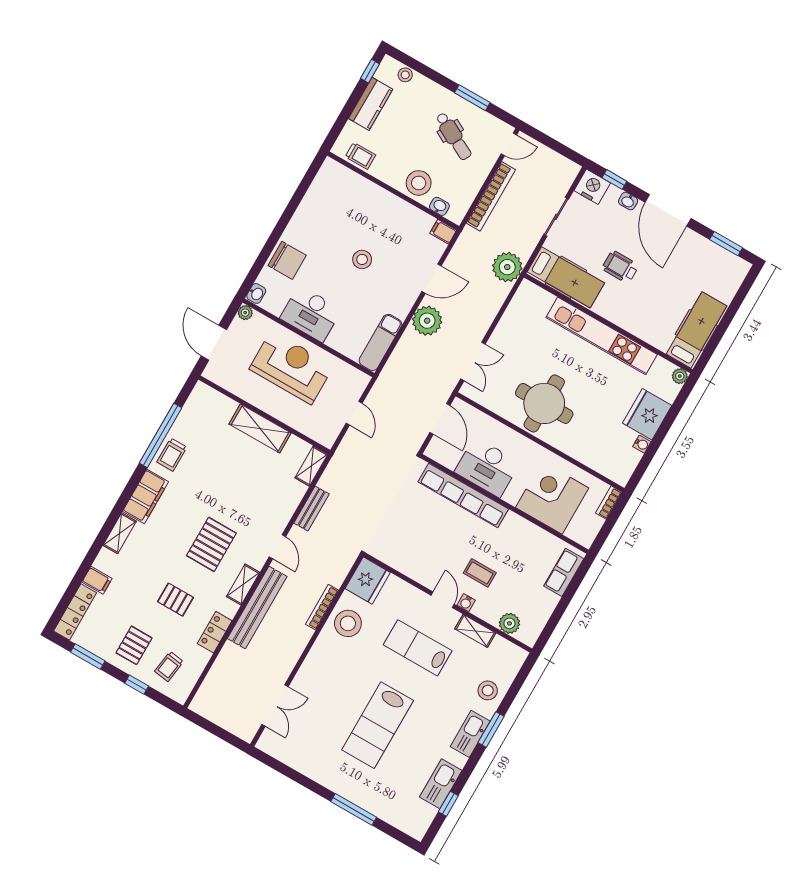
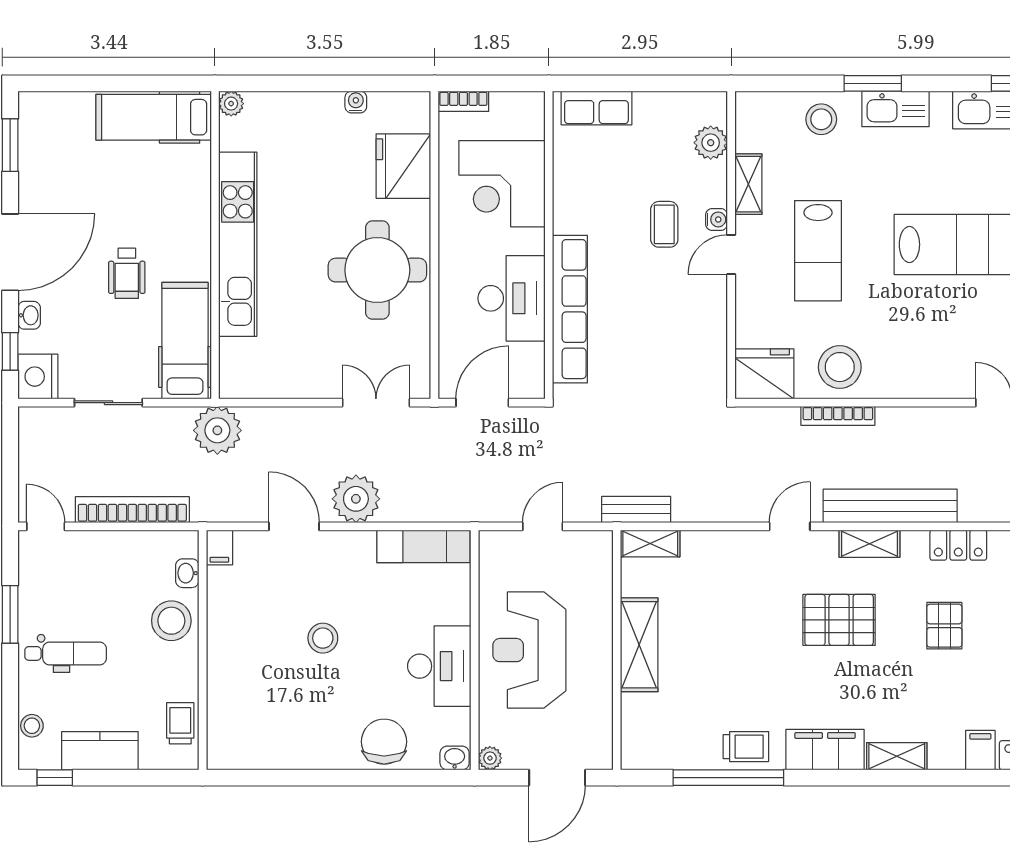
dental chair: (454, 136) -> (66, 653), moved, turned 62
fridge: (647, 414) -> (403, 166), moved, turned 90
bench: (311, 509) -> (636, 509), moved

